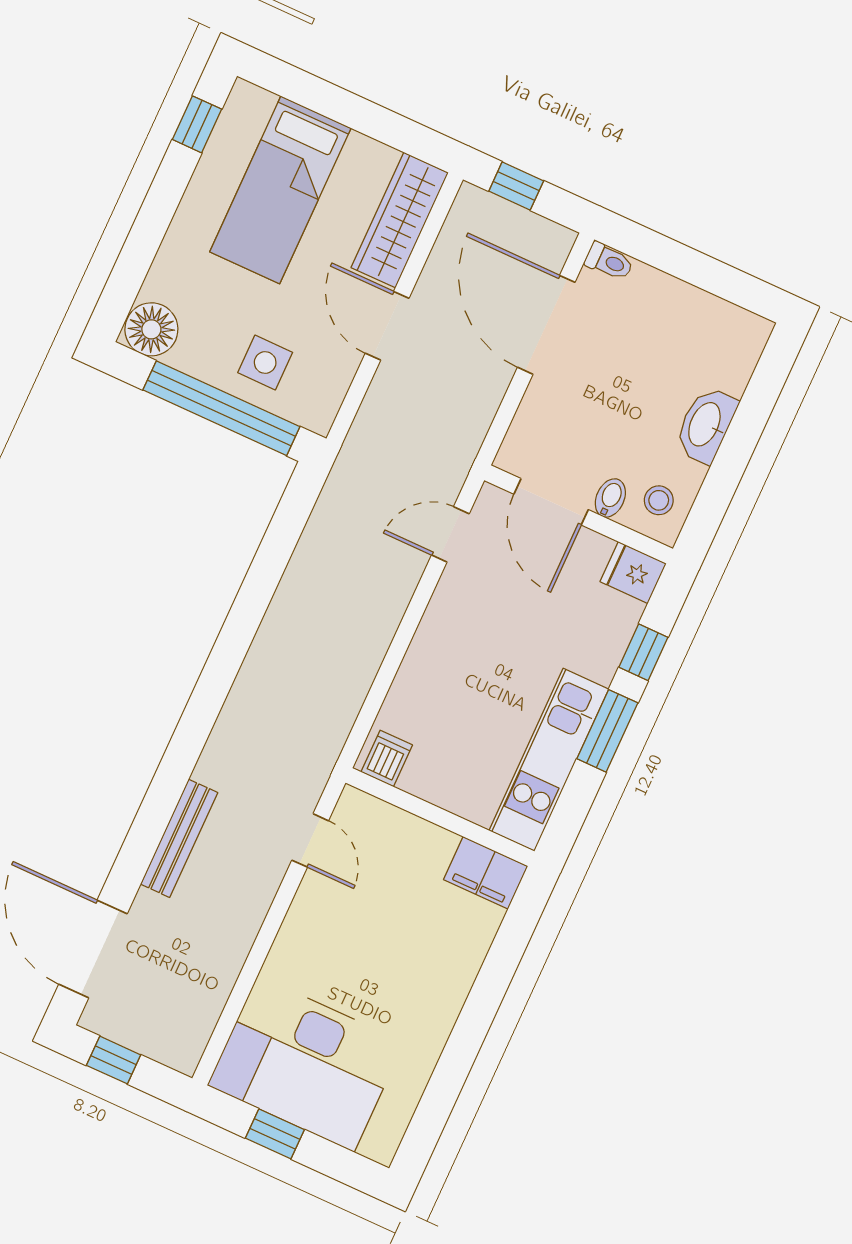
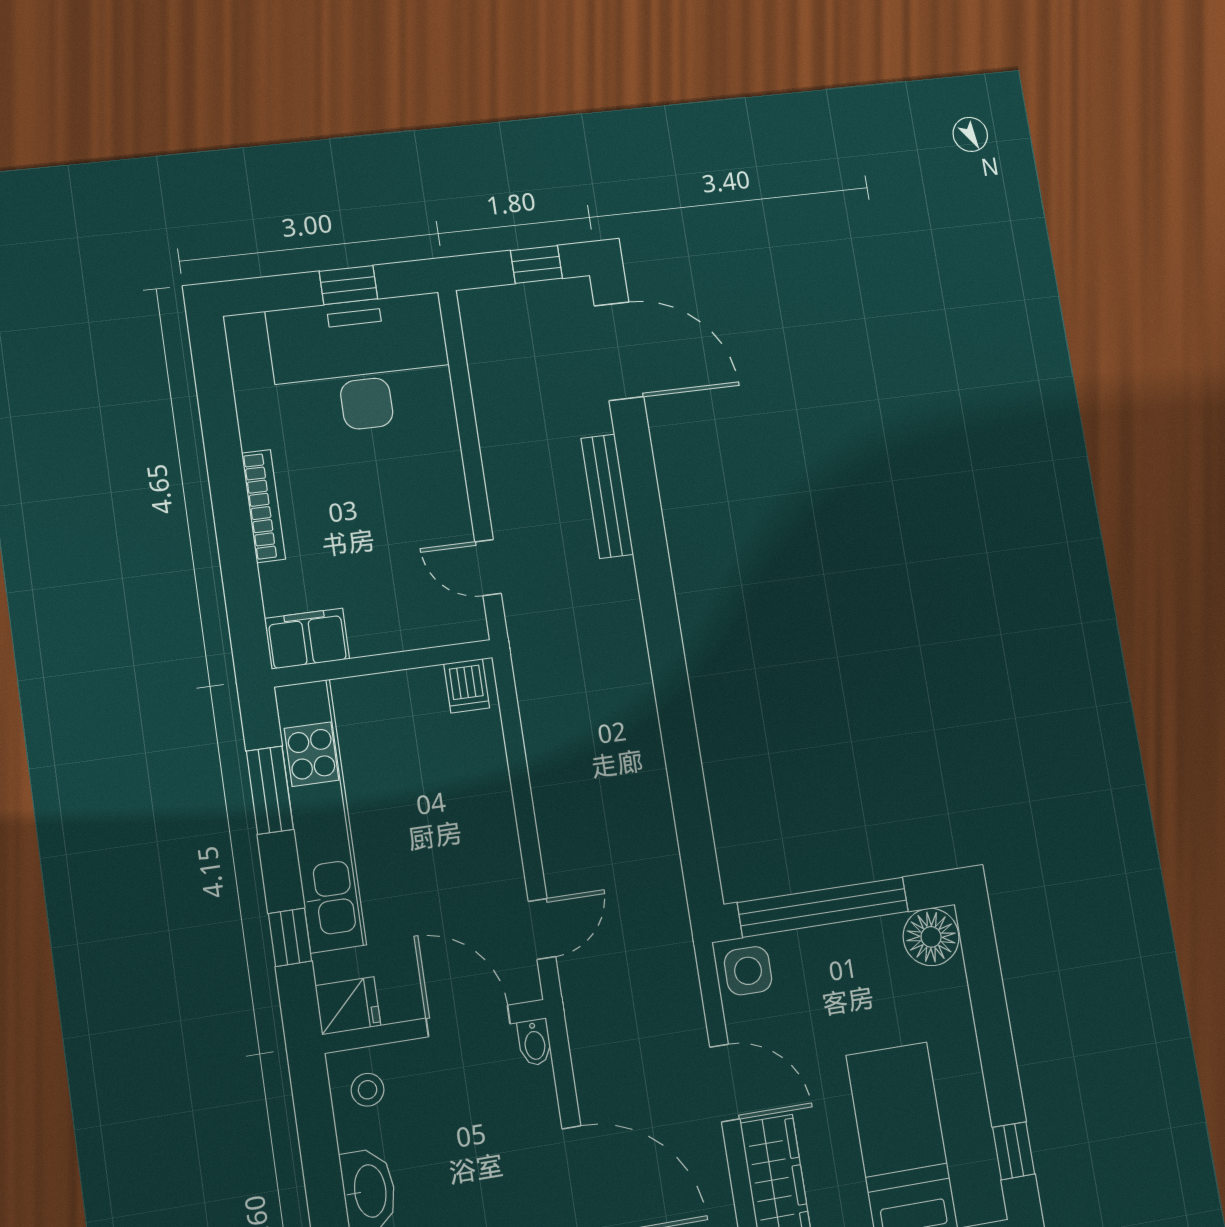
side table: (265, 363) -> (748, 971), moved
bidet: (610, 498) -> (535, 1042), moved
window: (607, 731) -> (270, 790), moved
kitchen unit: (549, 760) -> (320, 815), width x1.36
bookcase: (453, 998) -> (264, 506), added

